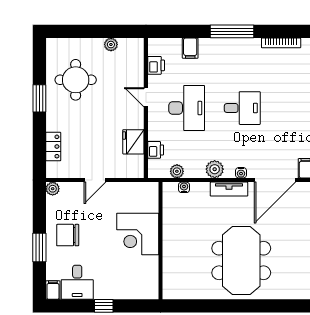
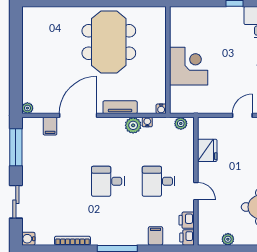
desk: (187, 108) -> (159, 181), width x0.73
printer: (156, 150) -> (187, 237), moved
plant: (177, 171) -> (181, 123), moved
water cooler: (241, 173) -> (147, 122), moved
corner desk: (138, 234) -> (189, 66), moved
wall: (161, 241) -> (168, 60), moved

